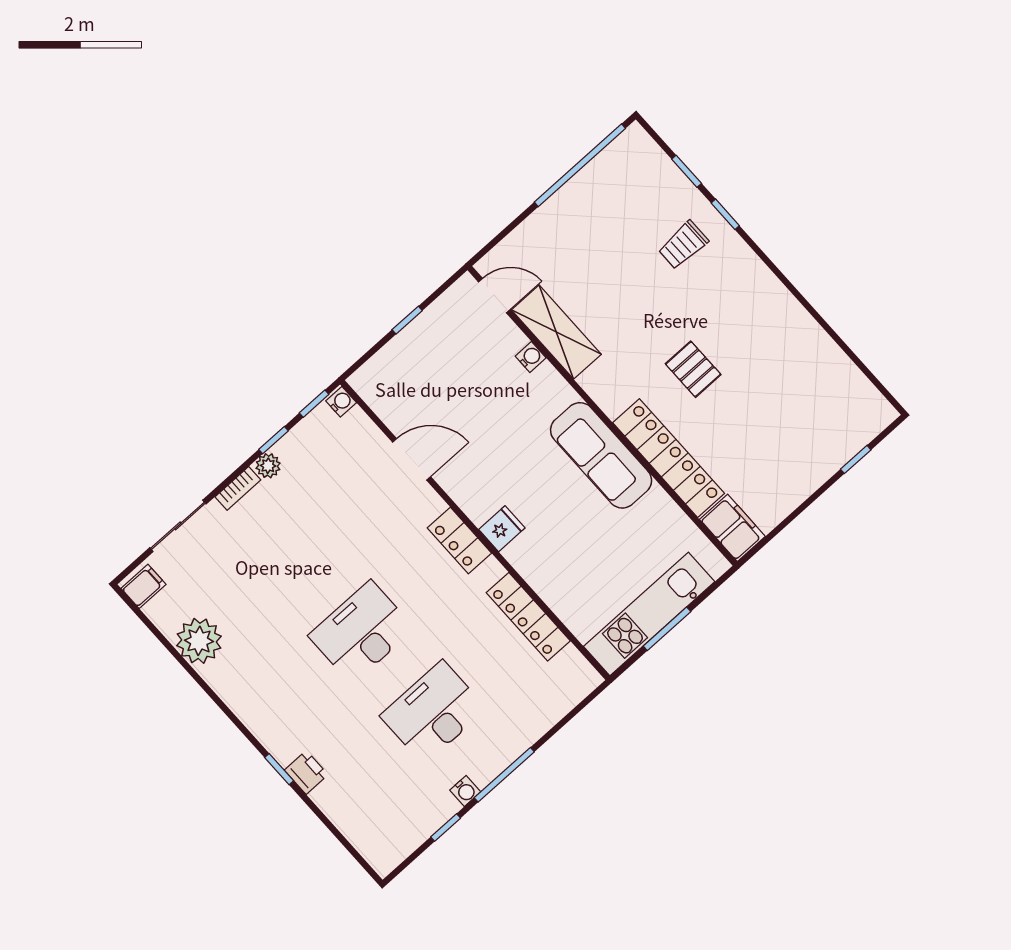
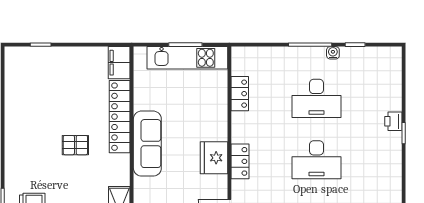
pallet: (693, 369) -> (75, 145), turned 90
fridge: (502, 529) -> (214, 158), width x1.88, depth x1.34
locker: (528, 617) -> (240, 94), width x0.66

